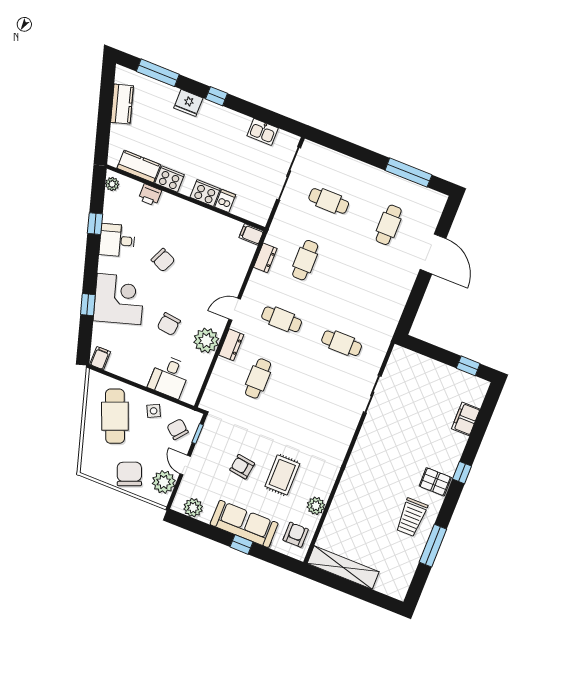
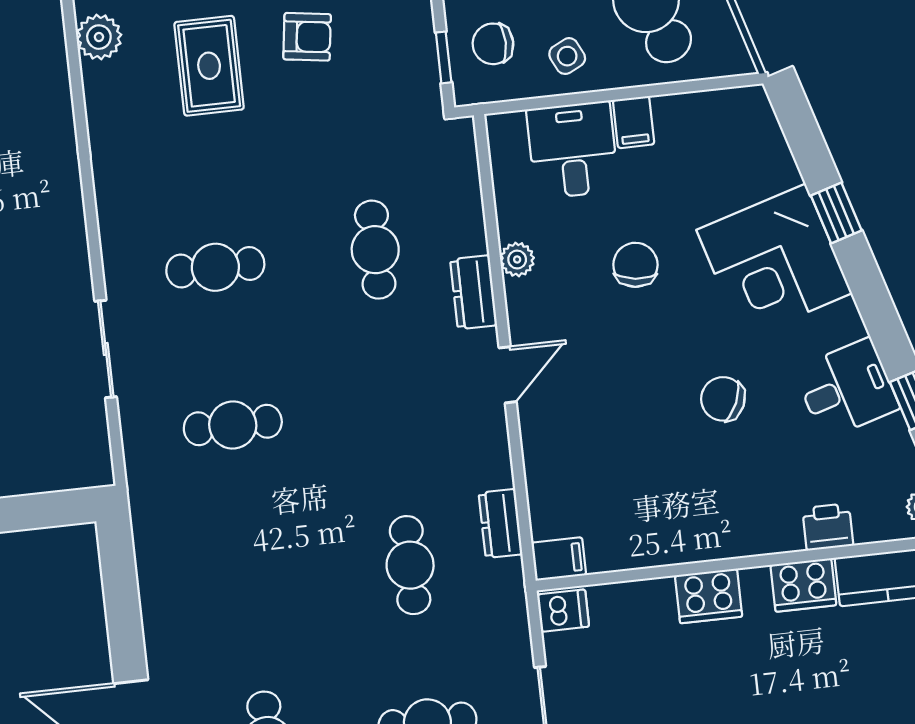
dishwasher: (225, 201) -> (563, 611), moved, turned -90
cafe table: (282, 319) -> (215, 267), moved
plant: (206, 340) -> (517, 259), width x0.53, depth x0.53
filing cabinet: (100, 358) -> (634, 122), moved
chair: (178, 429) -> (493, 44), turned 140

